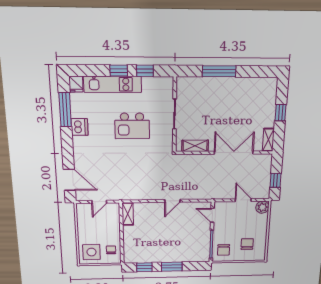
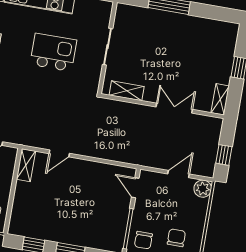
kitchen island: (132, 126) -> (53, 52), turned 180
double door: (234, 153) -> (174, 108), width x0.73
door: (243, 200) -> (178, 174), hinge flipped
door: (172, 201) -> (59, 153), moved

